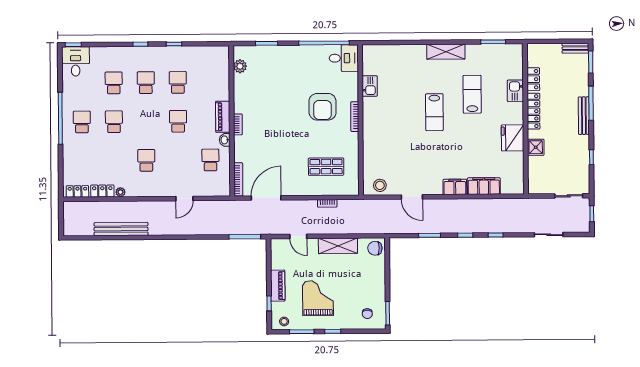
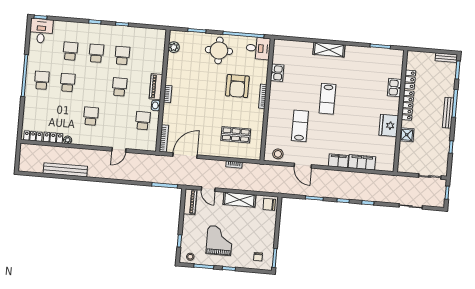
shelving: (446, 52) -> (329, 50), moved
round table: (296, 65) -> (219, 50), added
lab bench: (472, 94) -> (300, 126), moved
piano: (278, 286) -> (190, 202), moved

